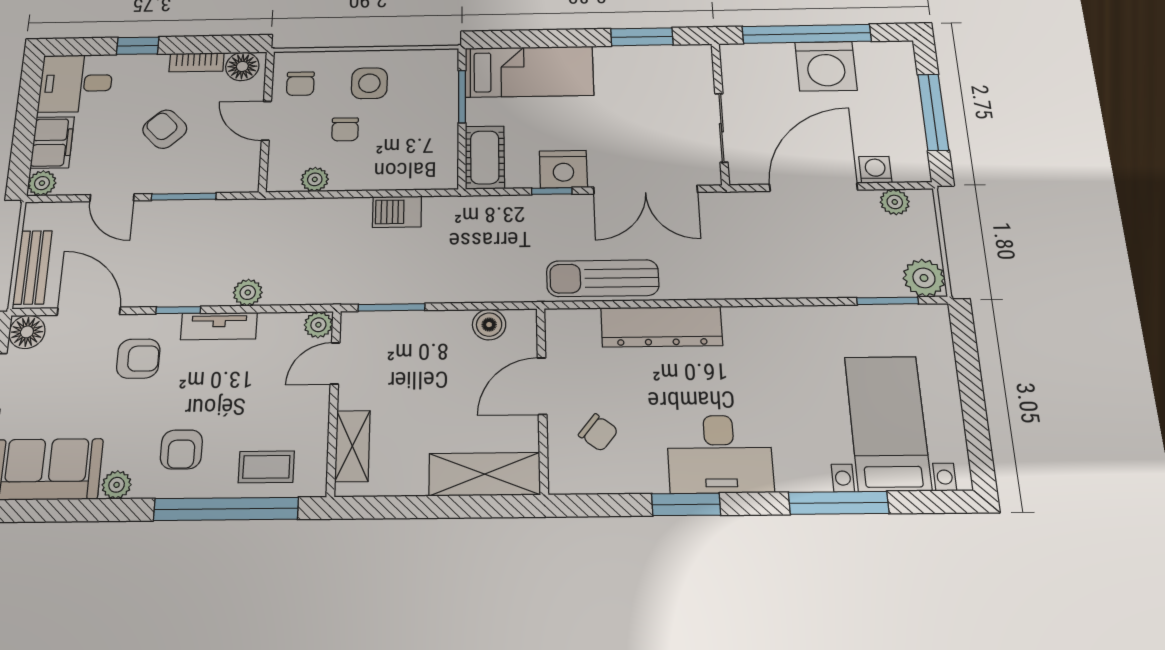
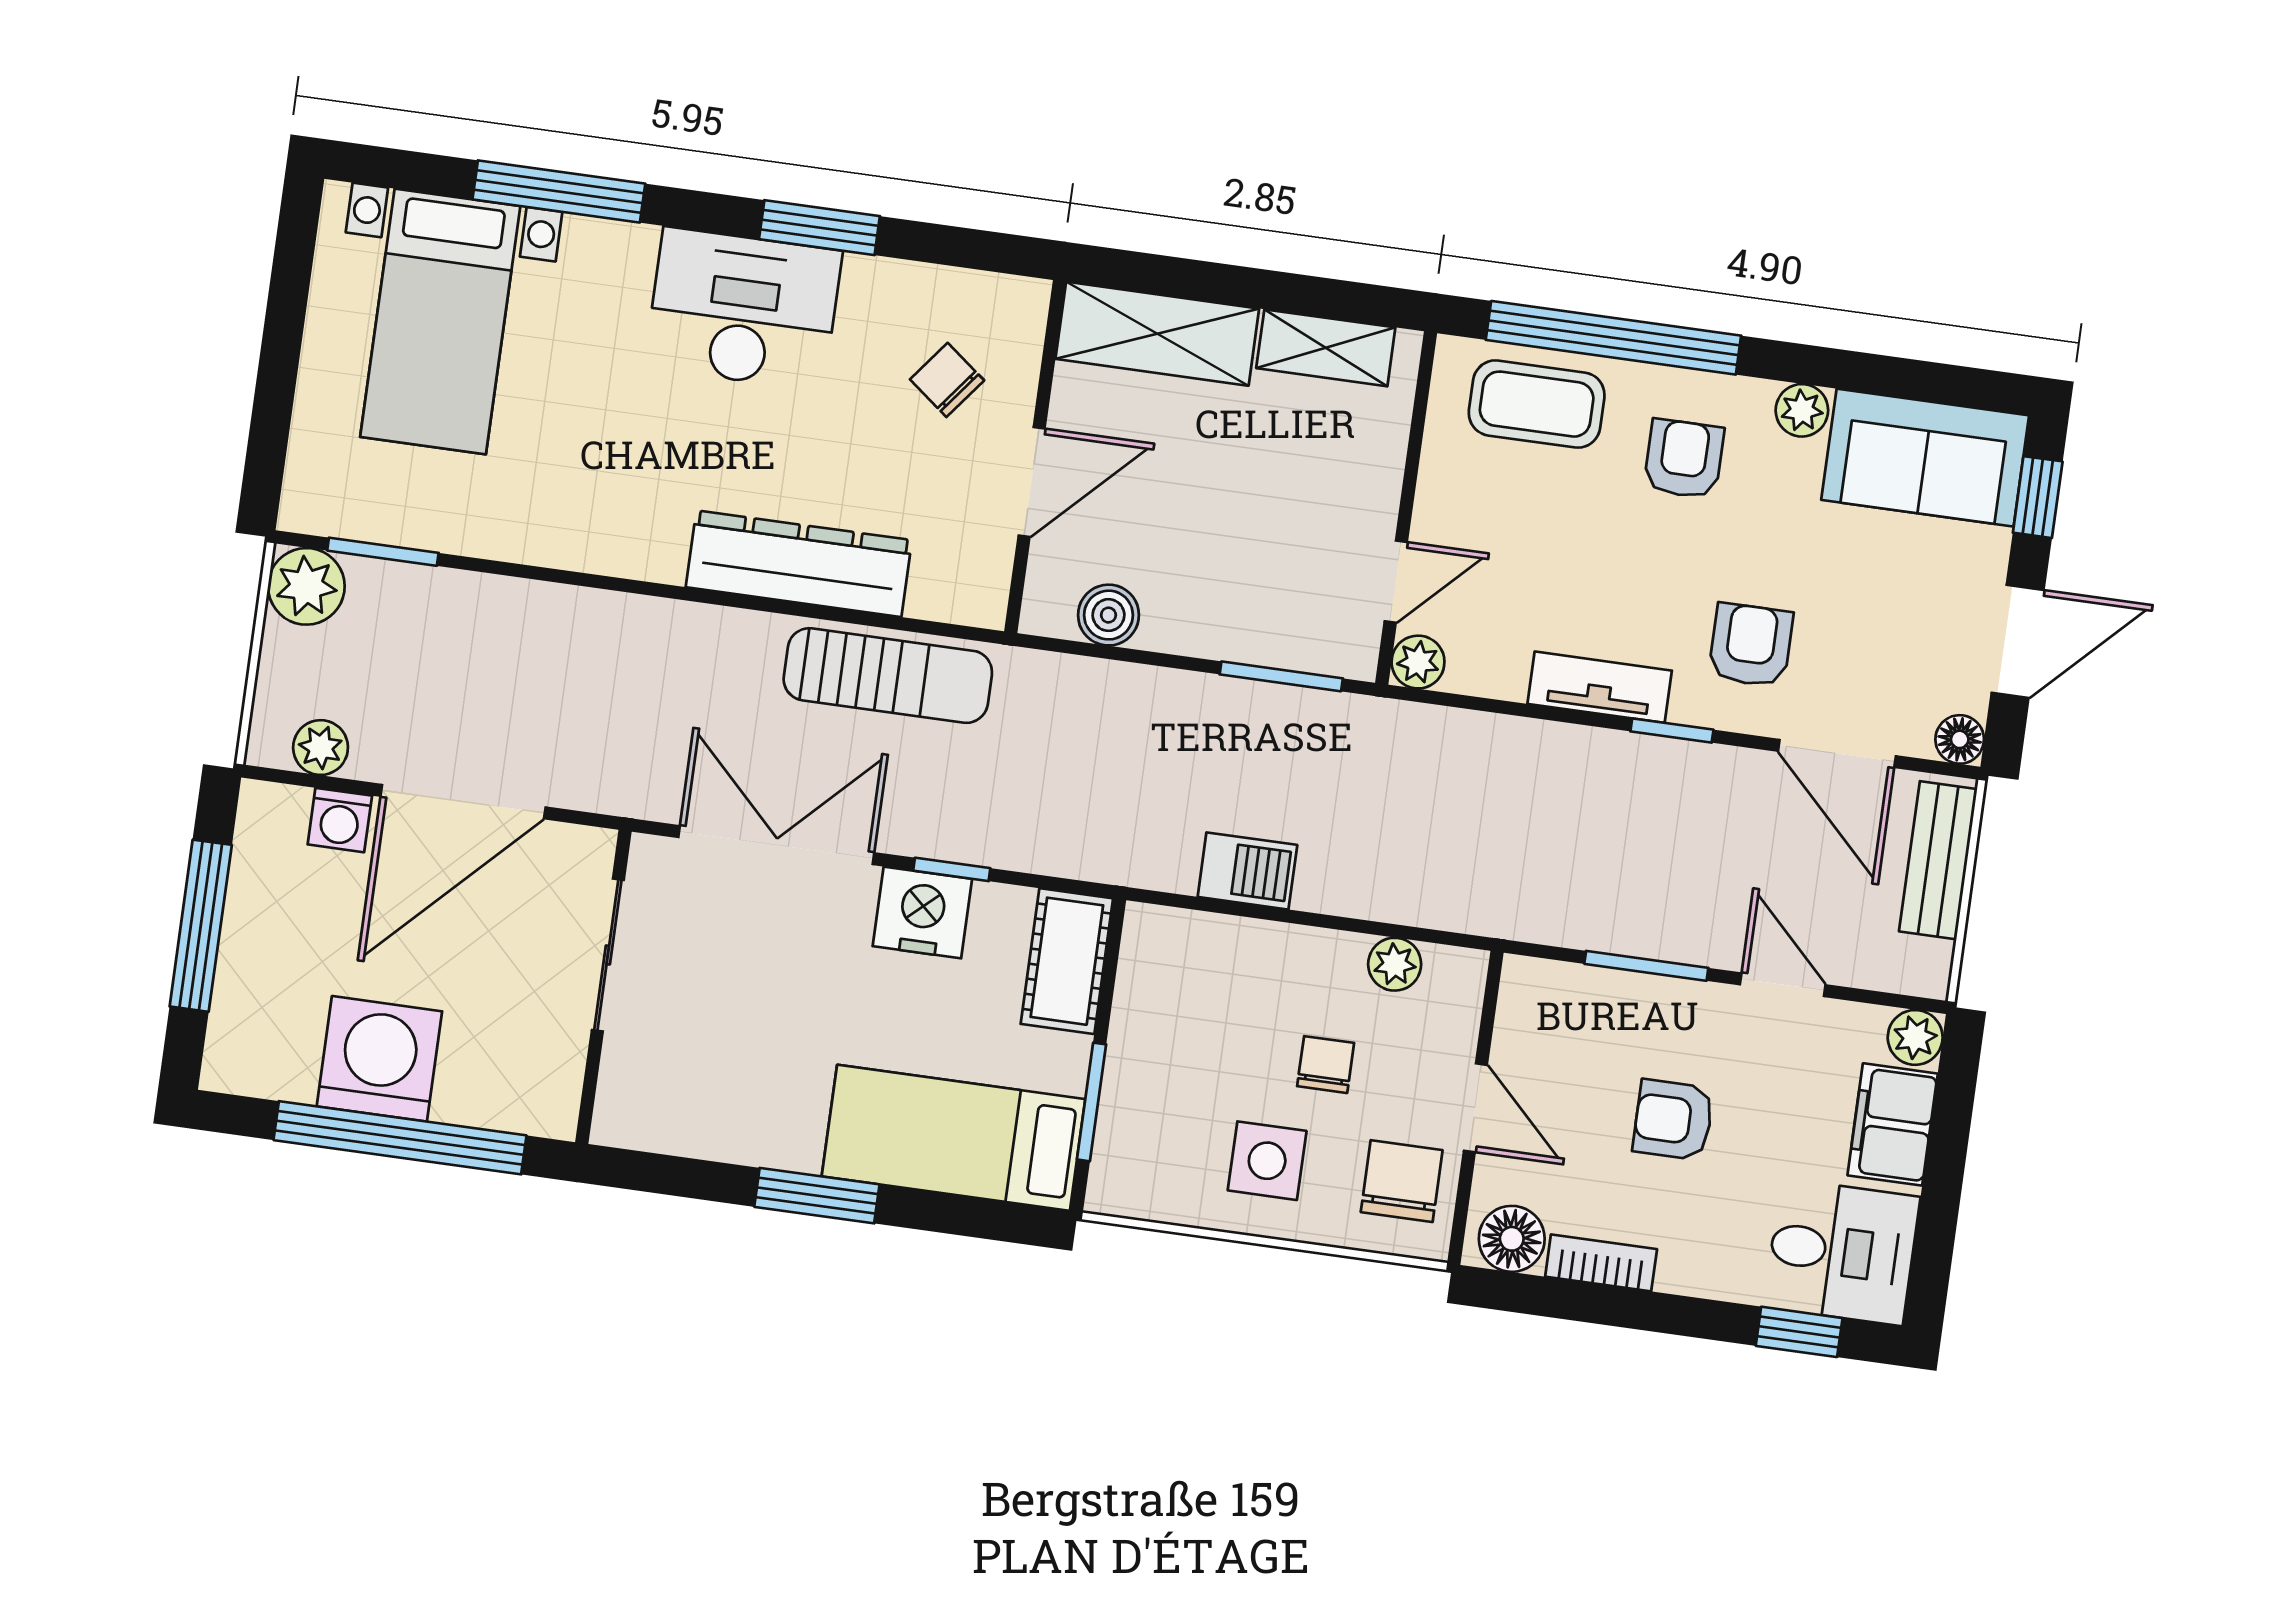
window: (642, 37) -> (817, 1196), moved
window: (138, 46) -> (1799, 1332), moved
chair: (300, 84) -> (1402, 1181), width x1.37, depth x1.37
armchair: (165, 129) -> (1673, 1120), turned 133
plant: (248, 292) -> (1541, 747), removed
floor lamp: (27, 332) -> (1960, 739), width x0.73, depth x0.73
armchair: (138, 359) -> (1751, 645), turned 90
shelving: (352, 446) -> (1326, 348), moved, turned 90
coffee table: (266, 467) -> (1537, 404), width x1.36, depth x1.30

